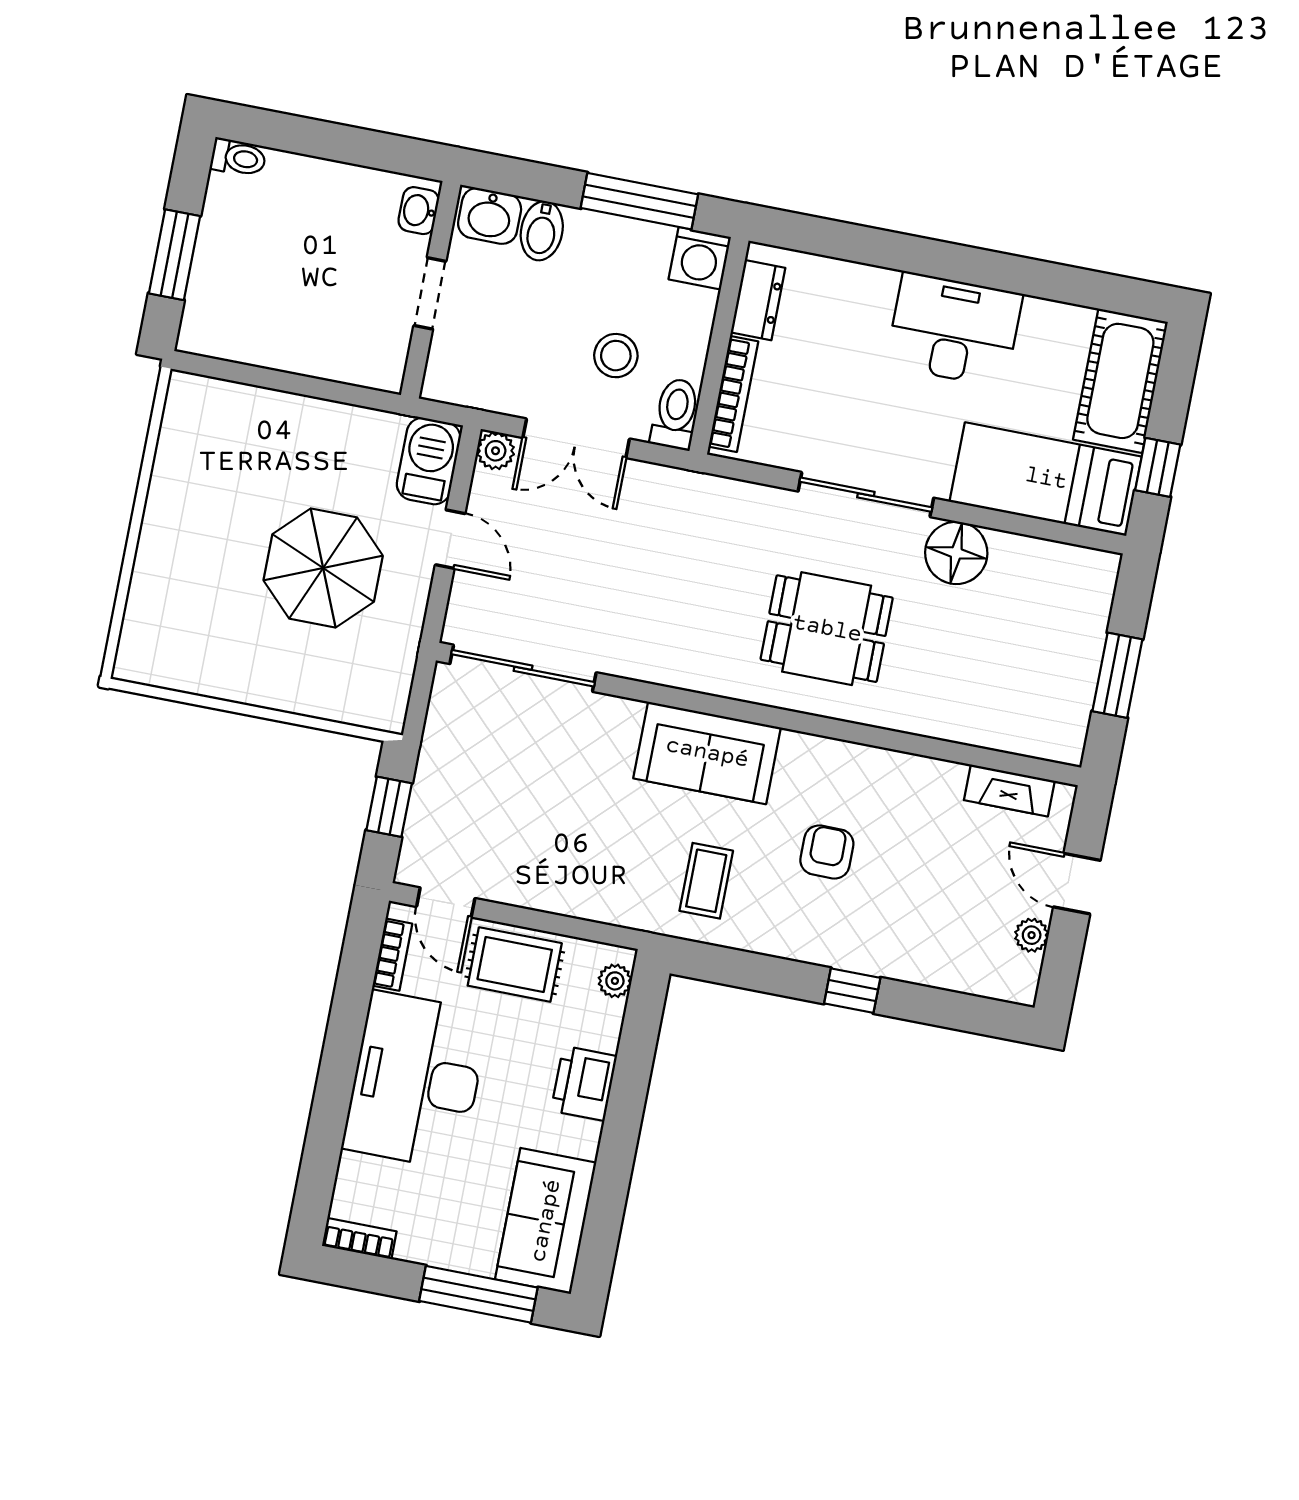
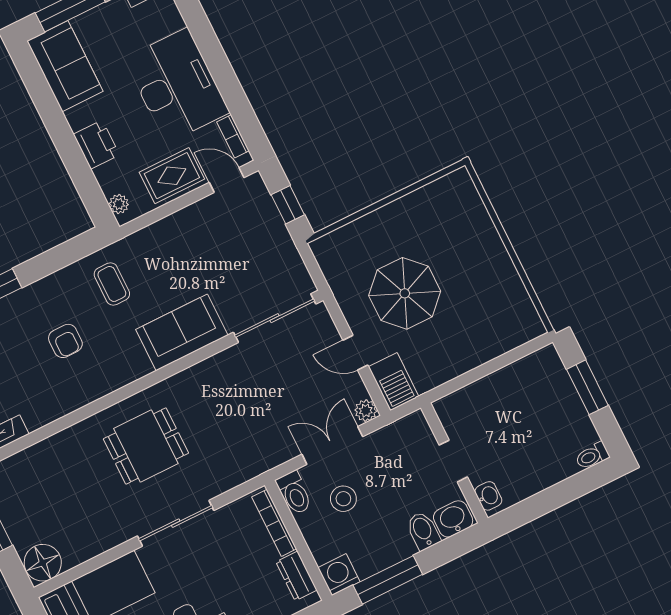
floor lamp: (956, 553) -> (43, 563), moved
sofa: (707, 753) -> (182, 332), moved

